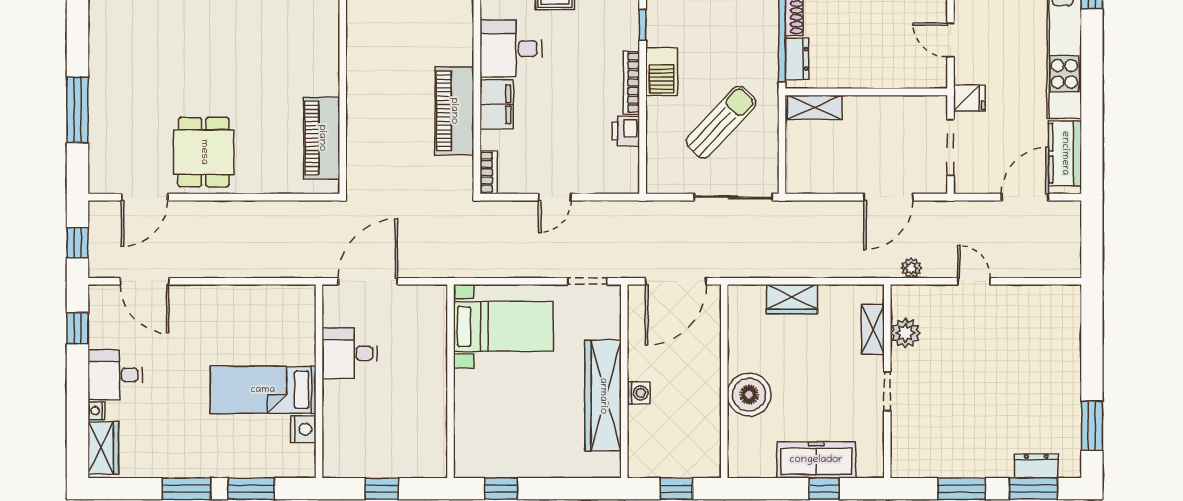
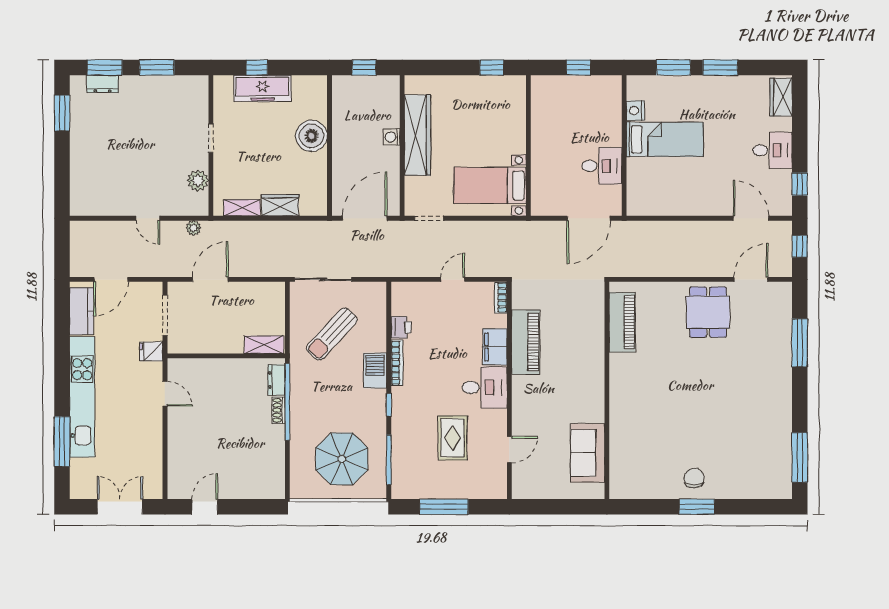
shelving: (873, 329) -> (242, 208), moved, turned 90
nightstand: (96, 411) -> (786, 124), removed

